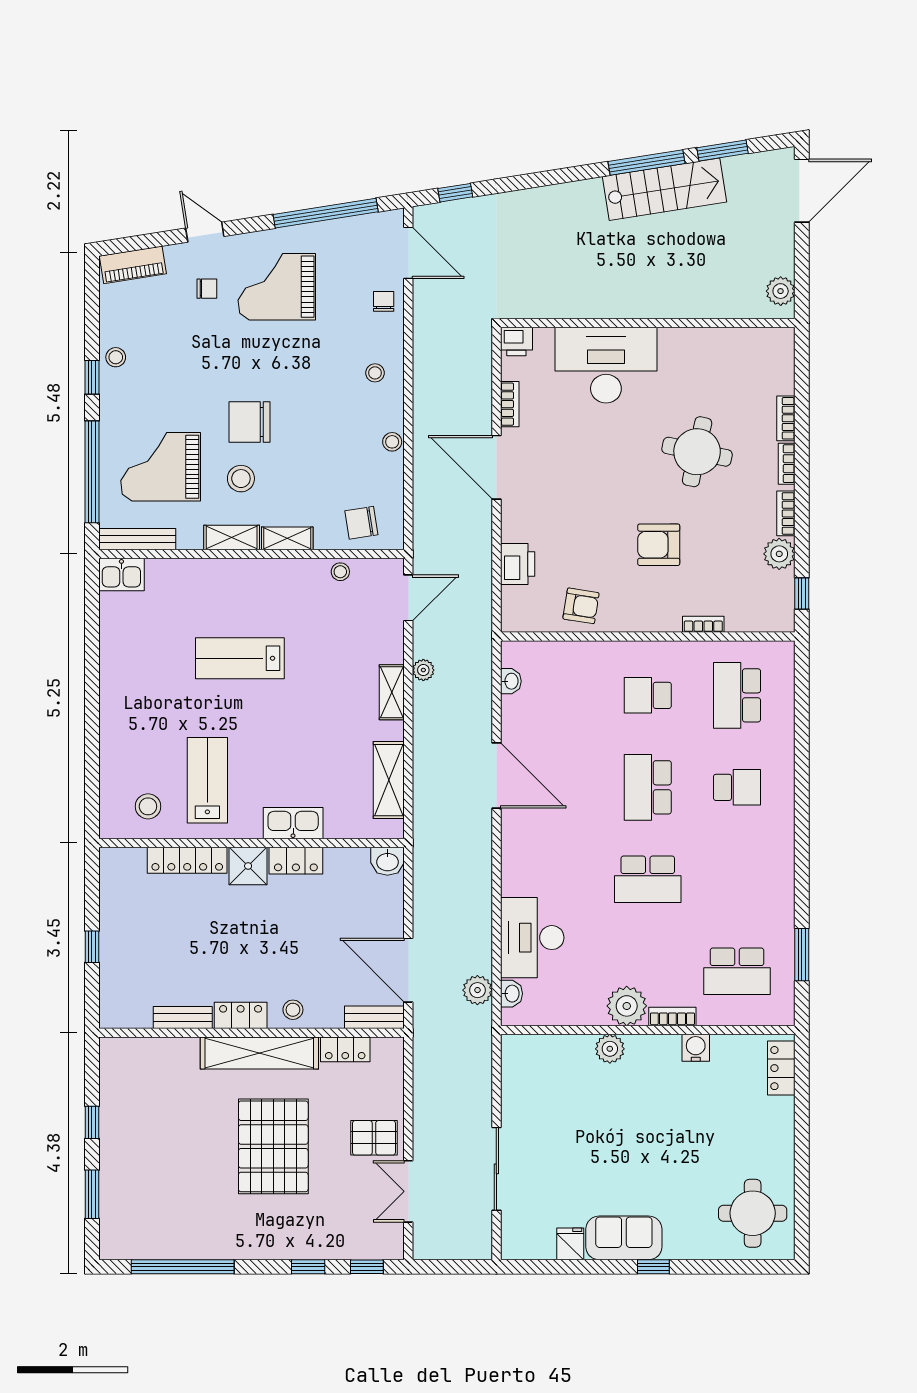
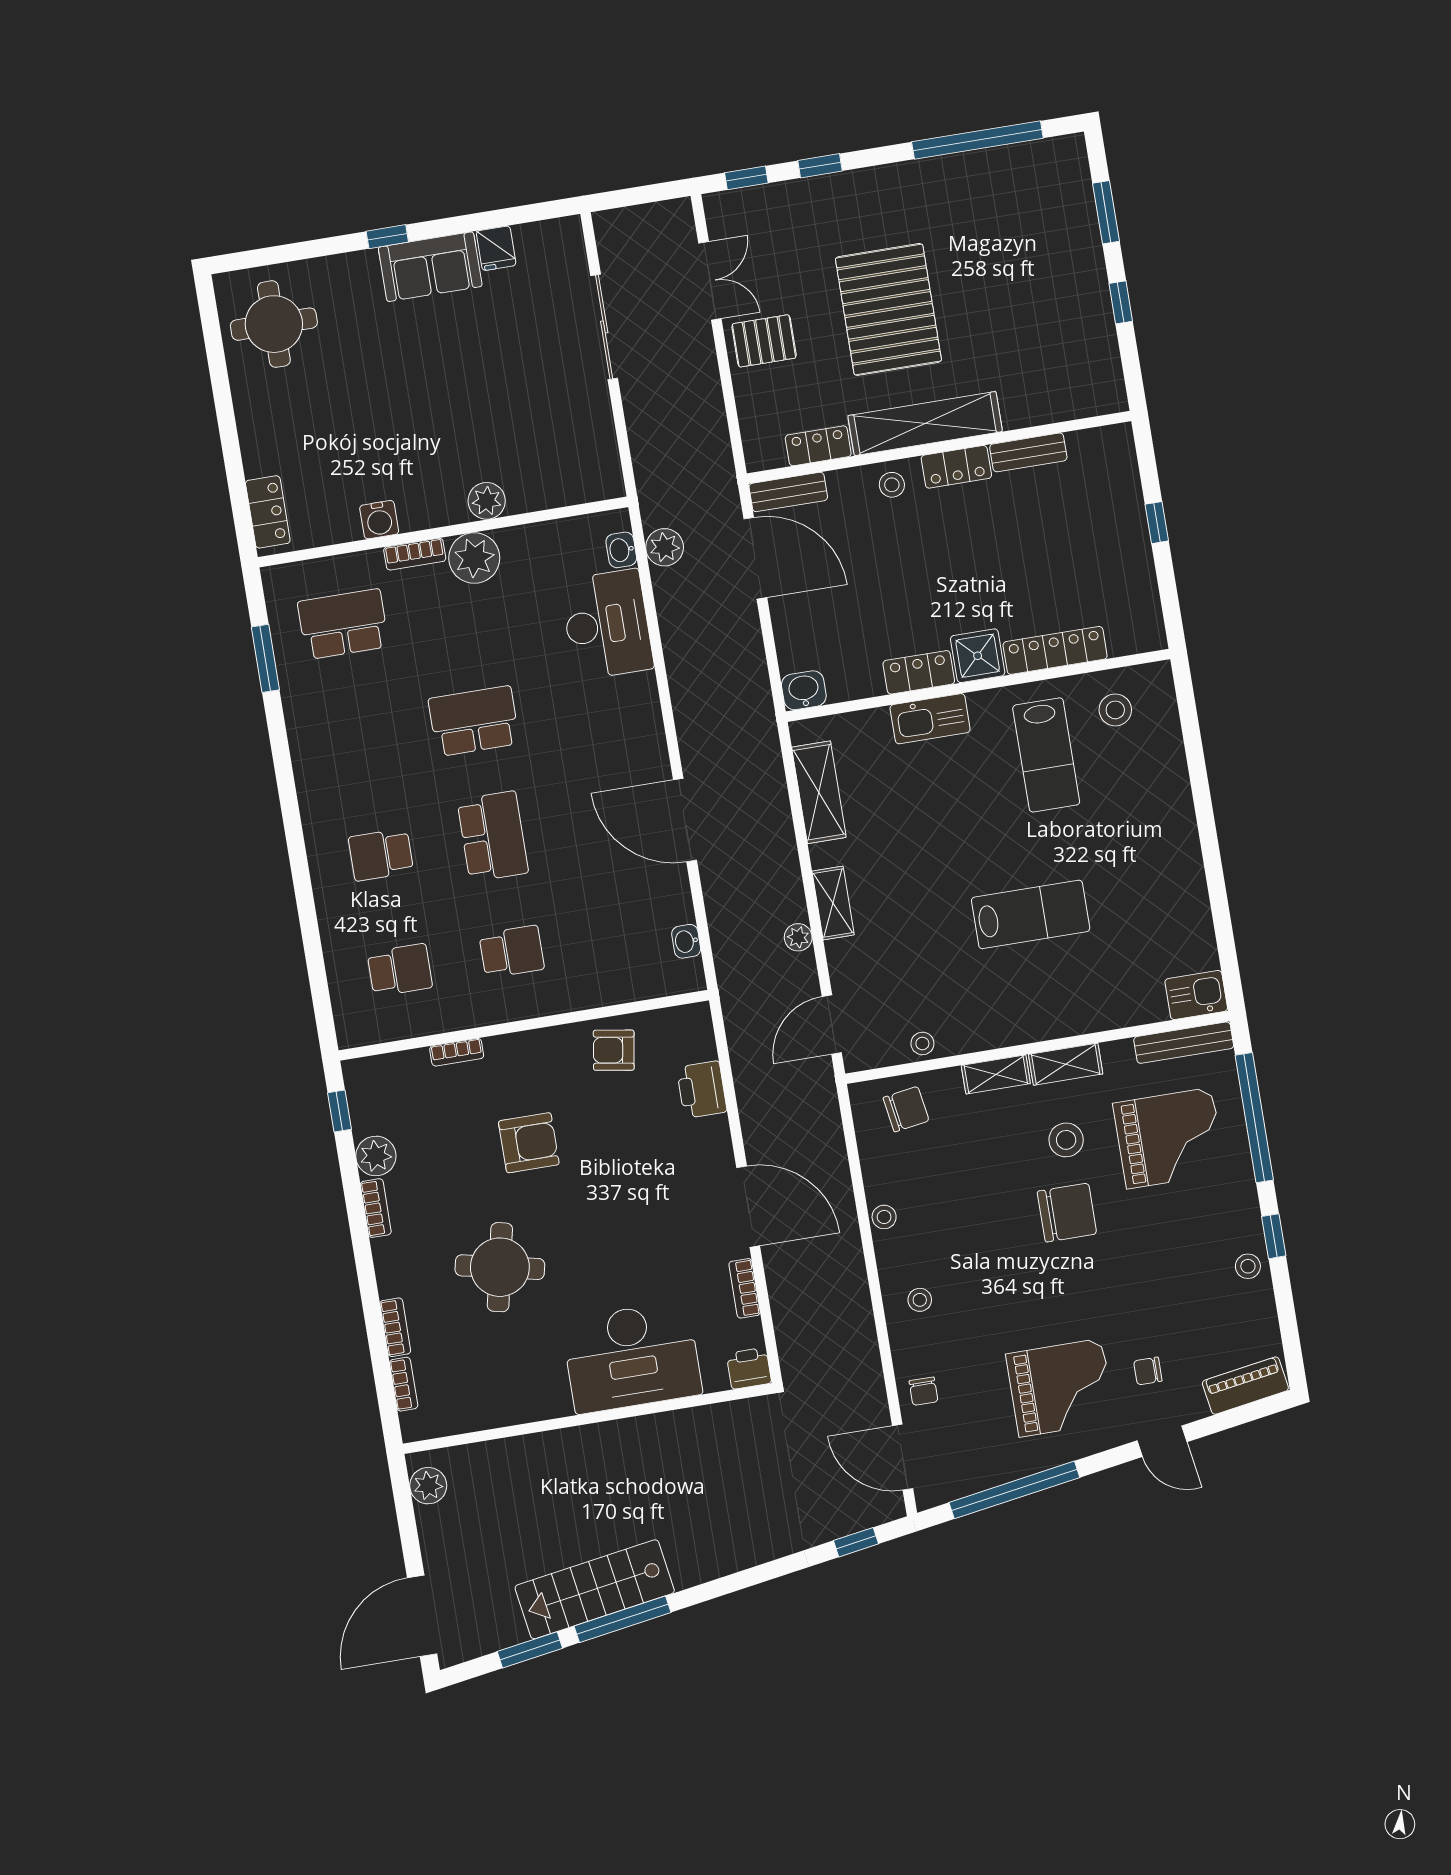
bookcase: (787, 464) -> (404, 1384), moved
school desk: (737, 695) -> (400, 970), width x0.54

